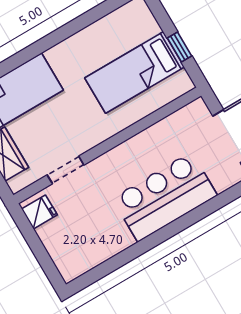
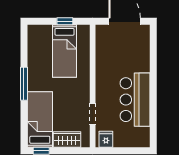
window: (50, 41) -> (24, 84), added
bar counter: (165, 197) -> (135, 100), moved

